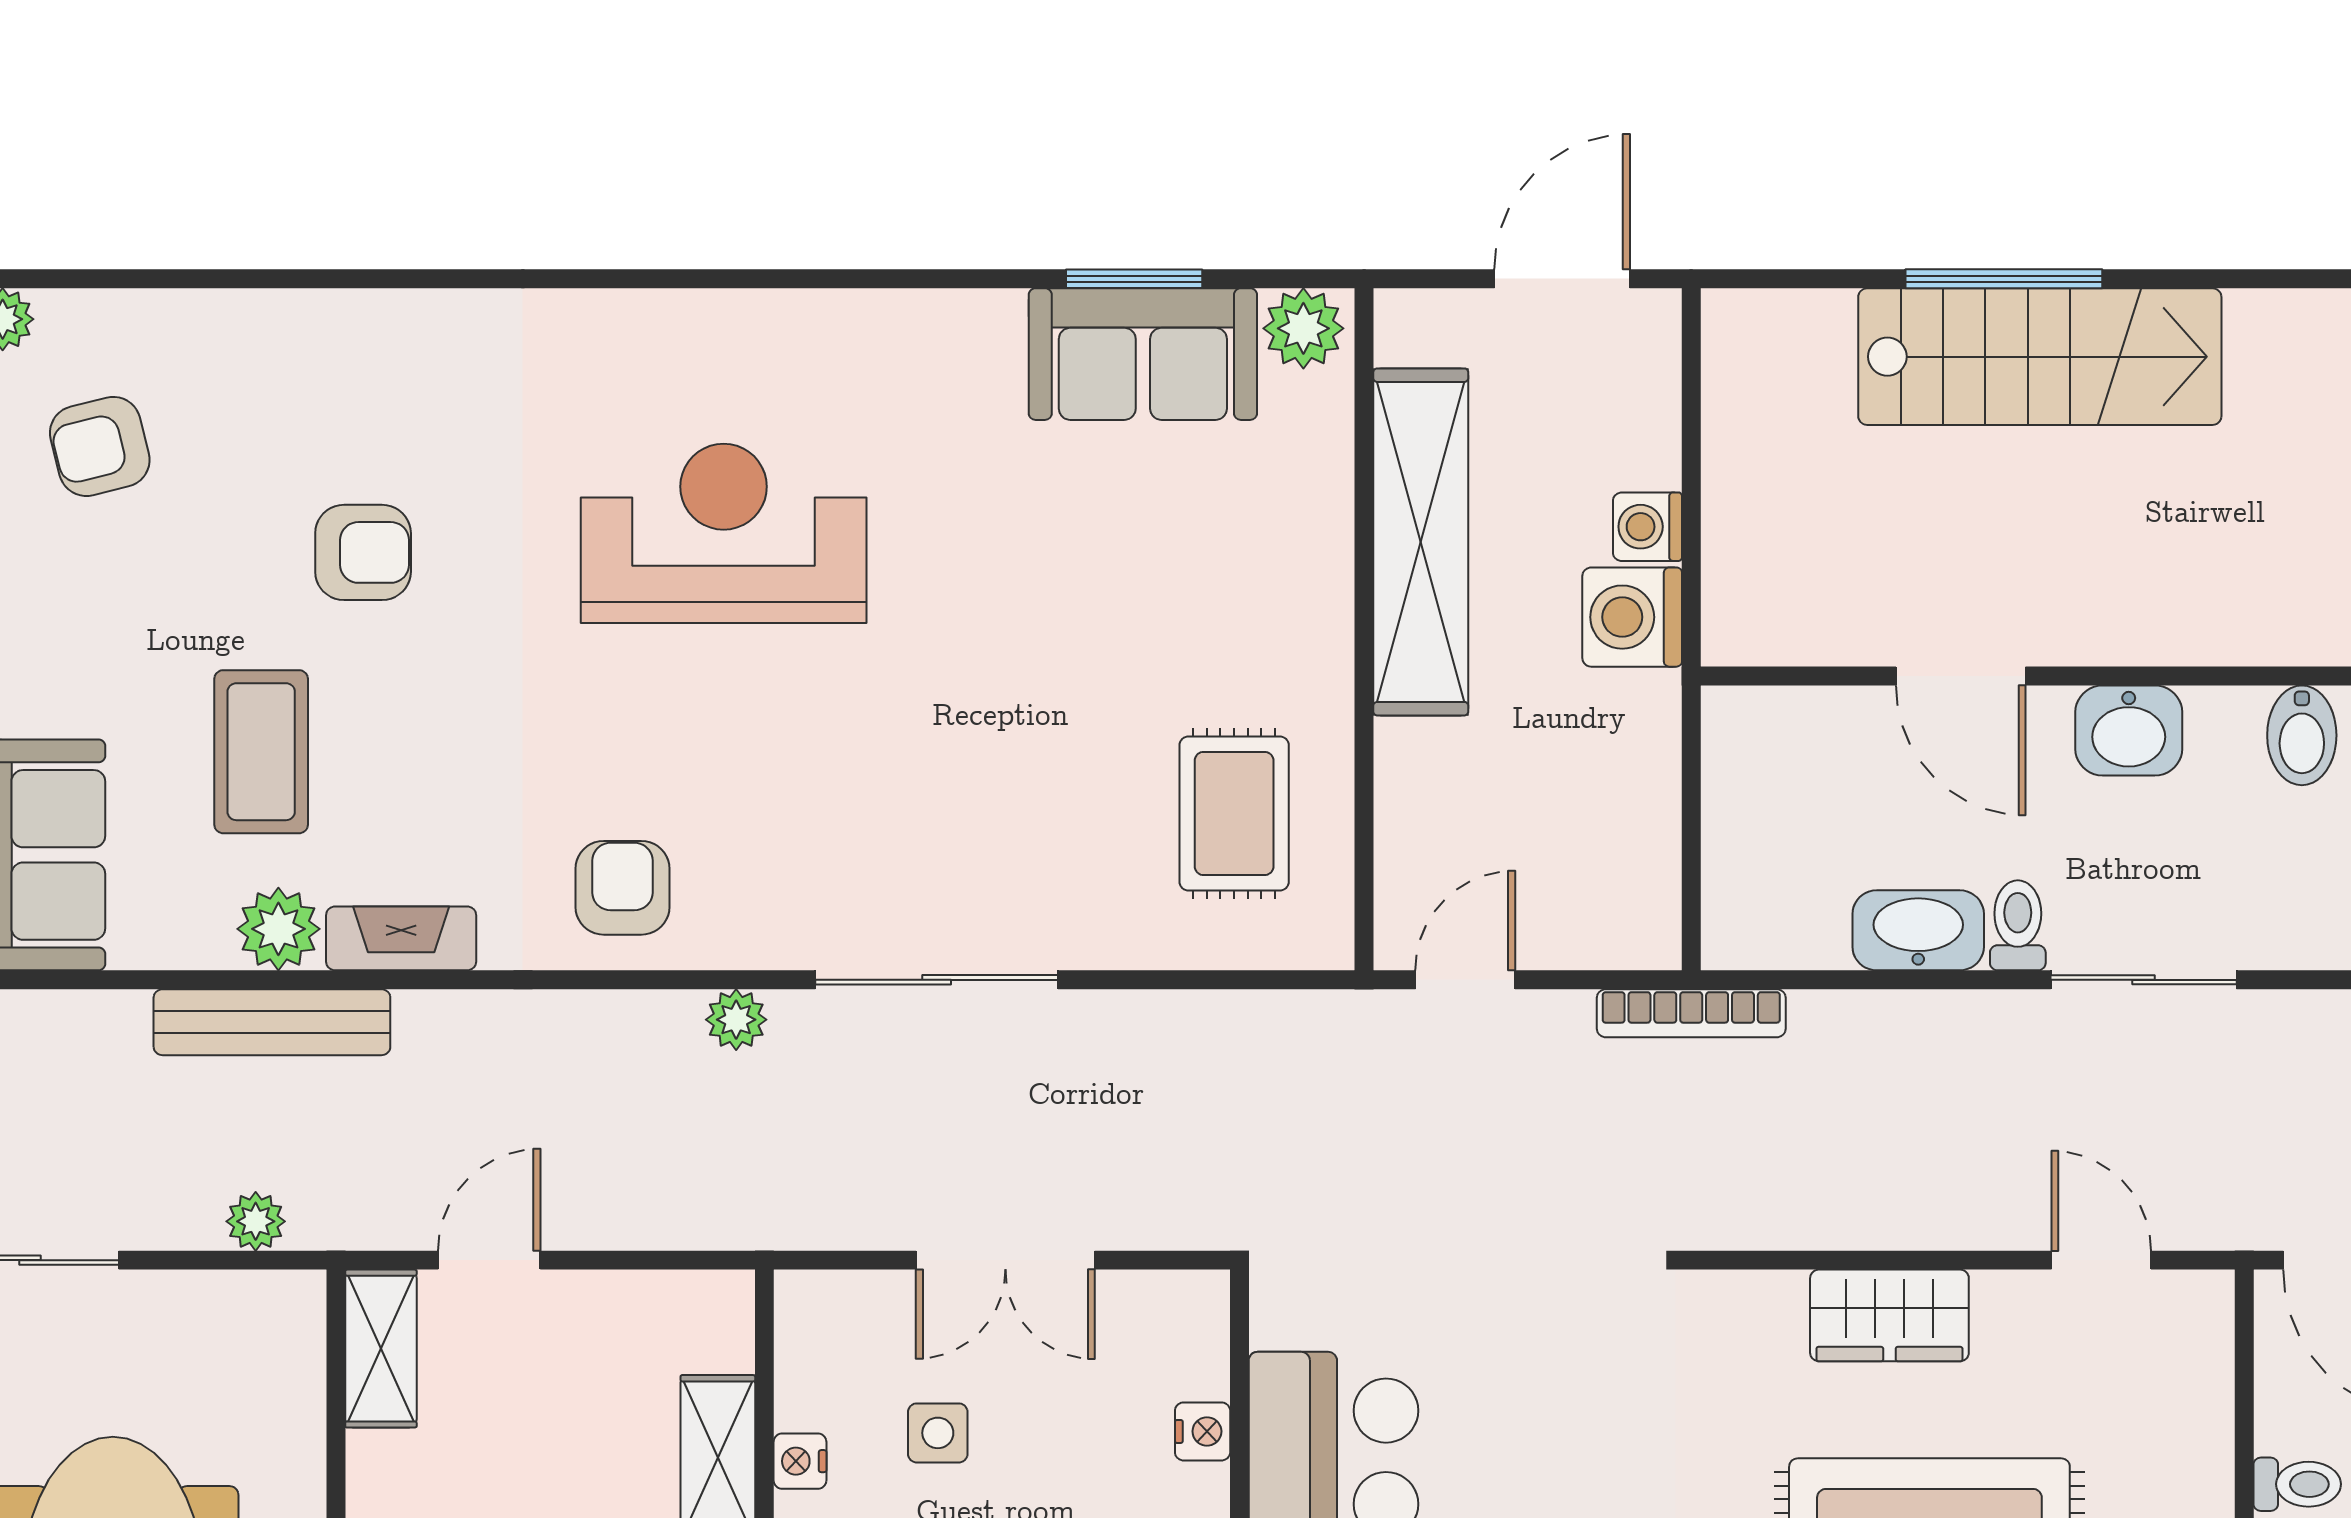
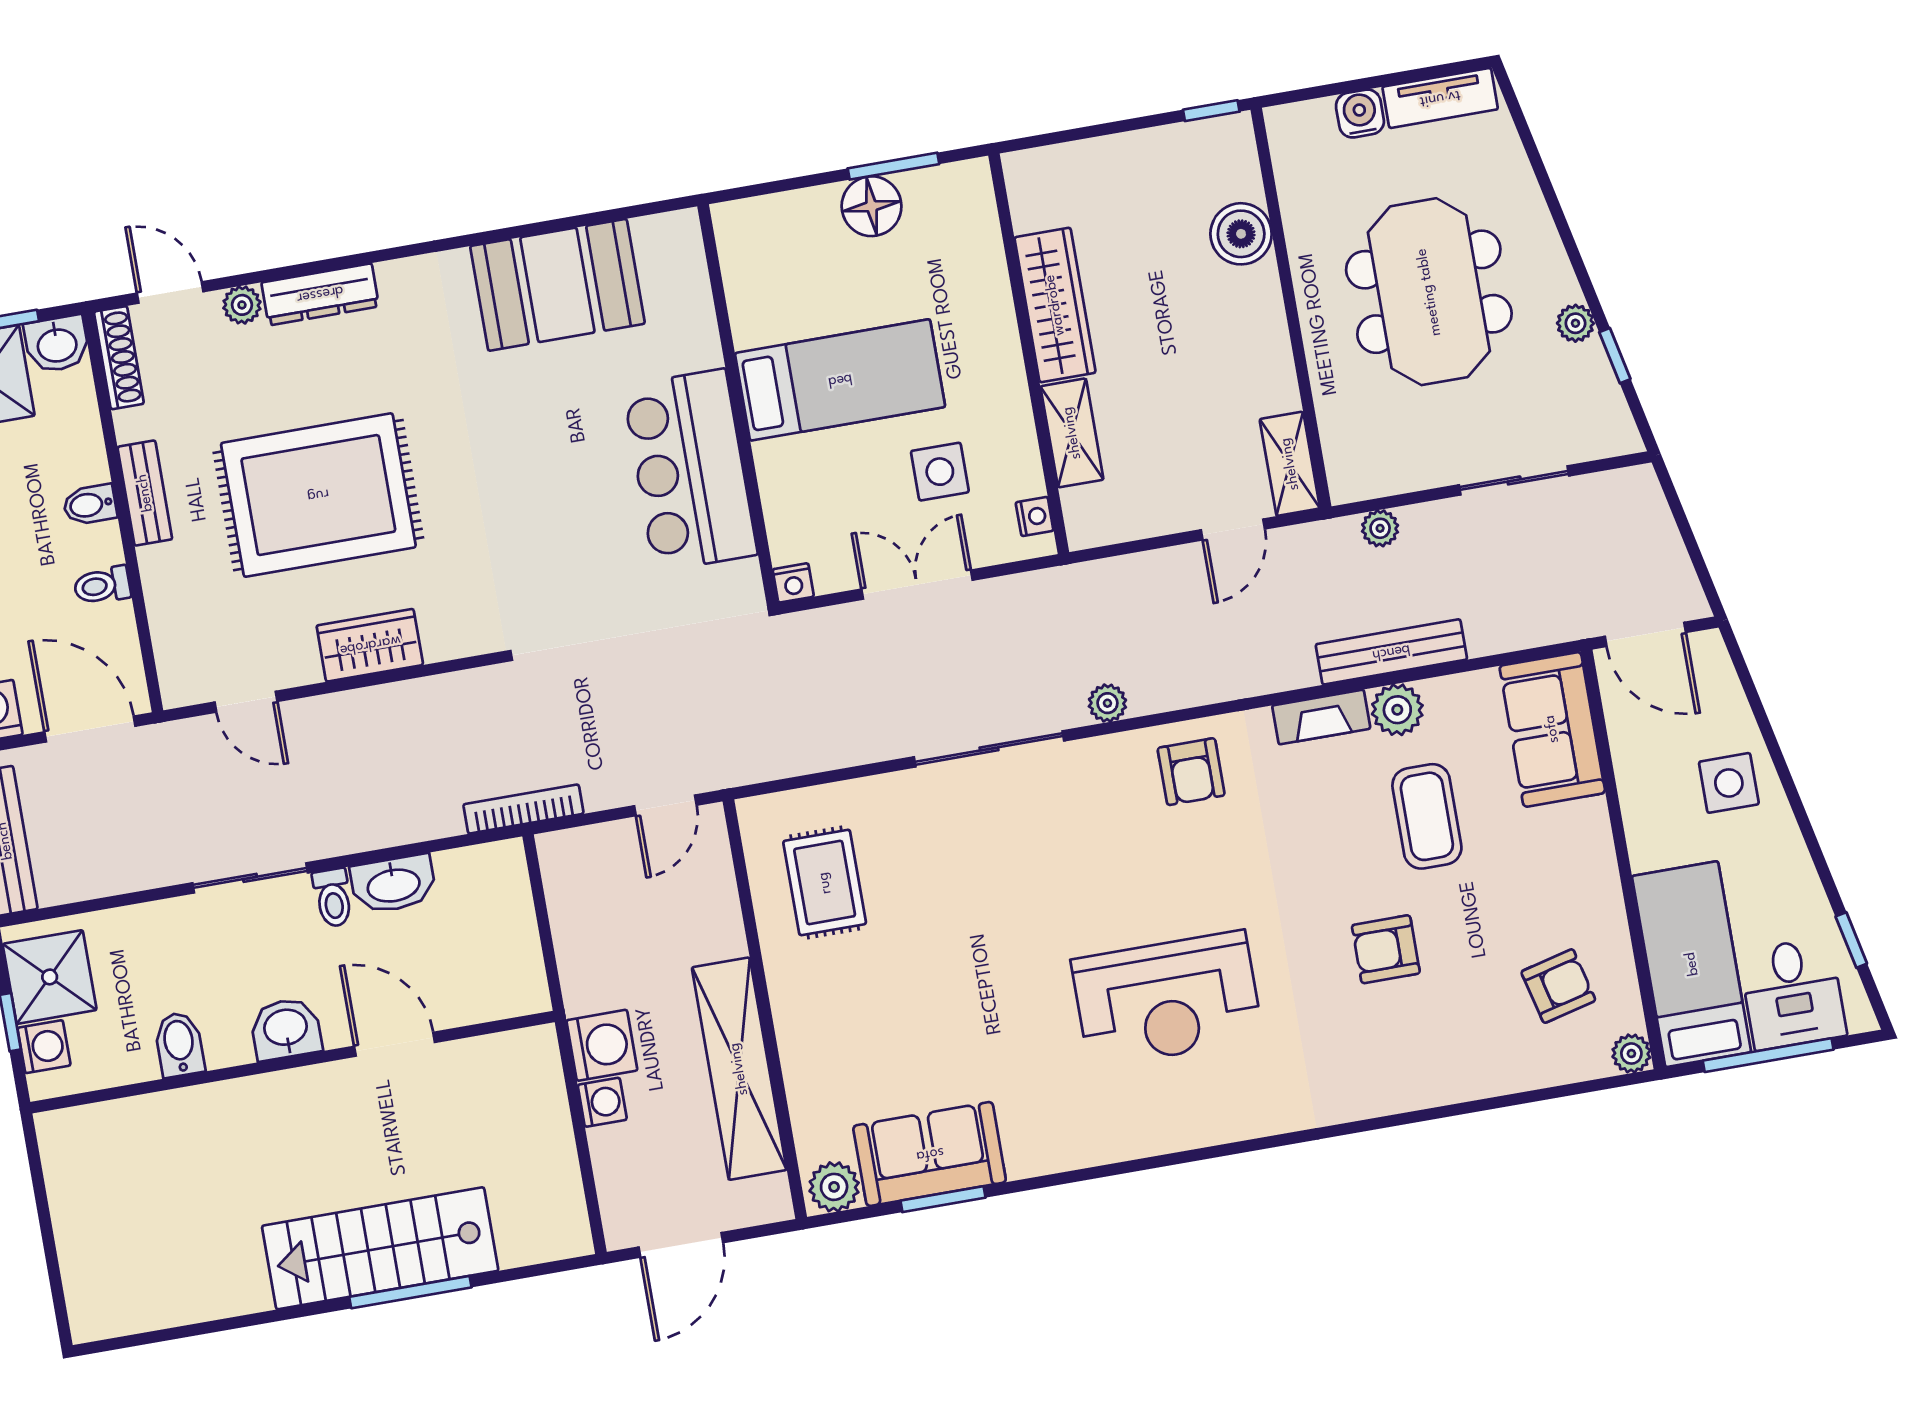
nightstand: (1203, 1431) -> (793, 583), moved, turned -90
side table: (938, 1433) -> (940, 472), width x1.37, depth x1.37
nightstand: (800, 1461) -> (1035, 516), moved

